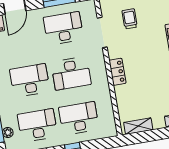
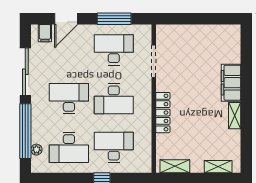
trolley: (130, 19) -> (185, 52), removed
locker: (117, 72) -> (163, 113), width x1.53
desk: (37, 125) -> (69, 147), turned 180

